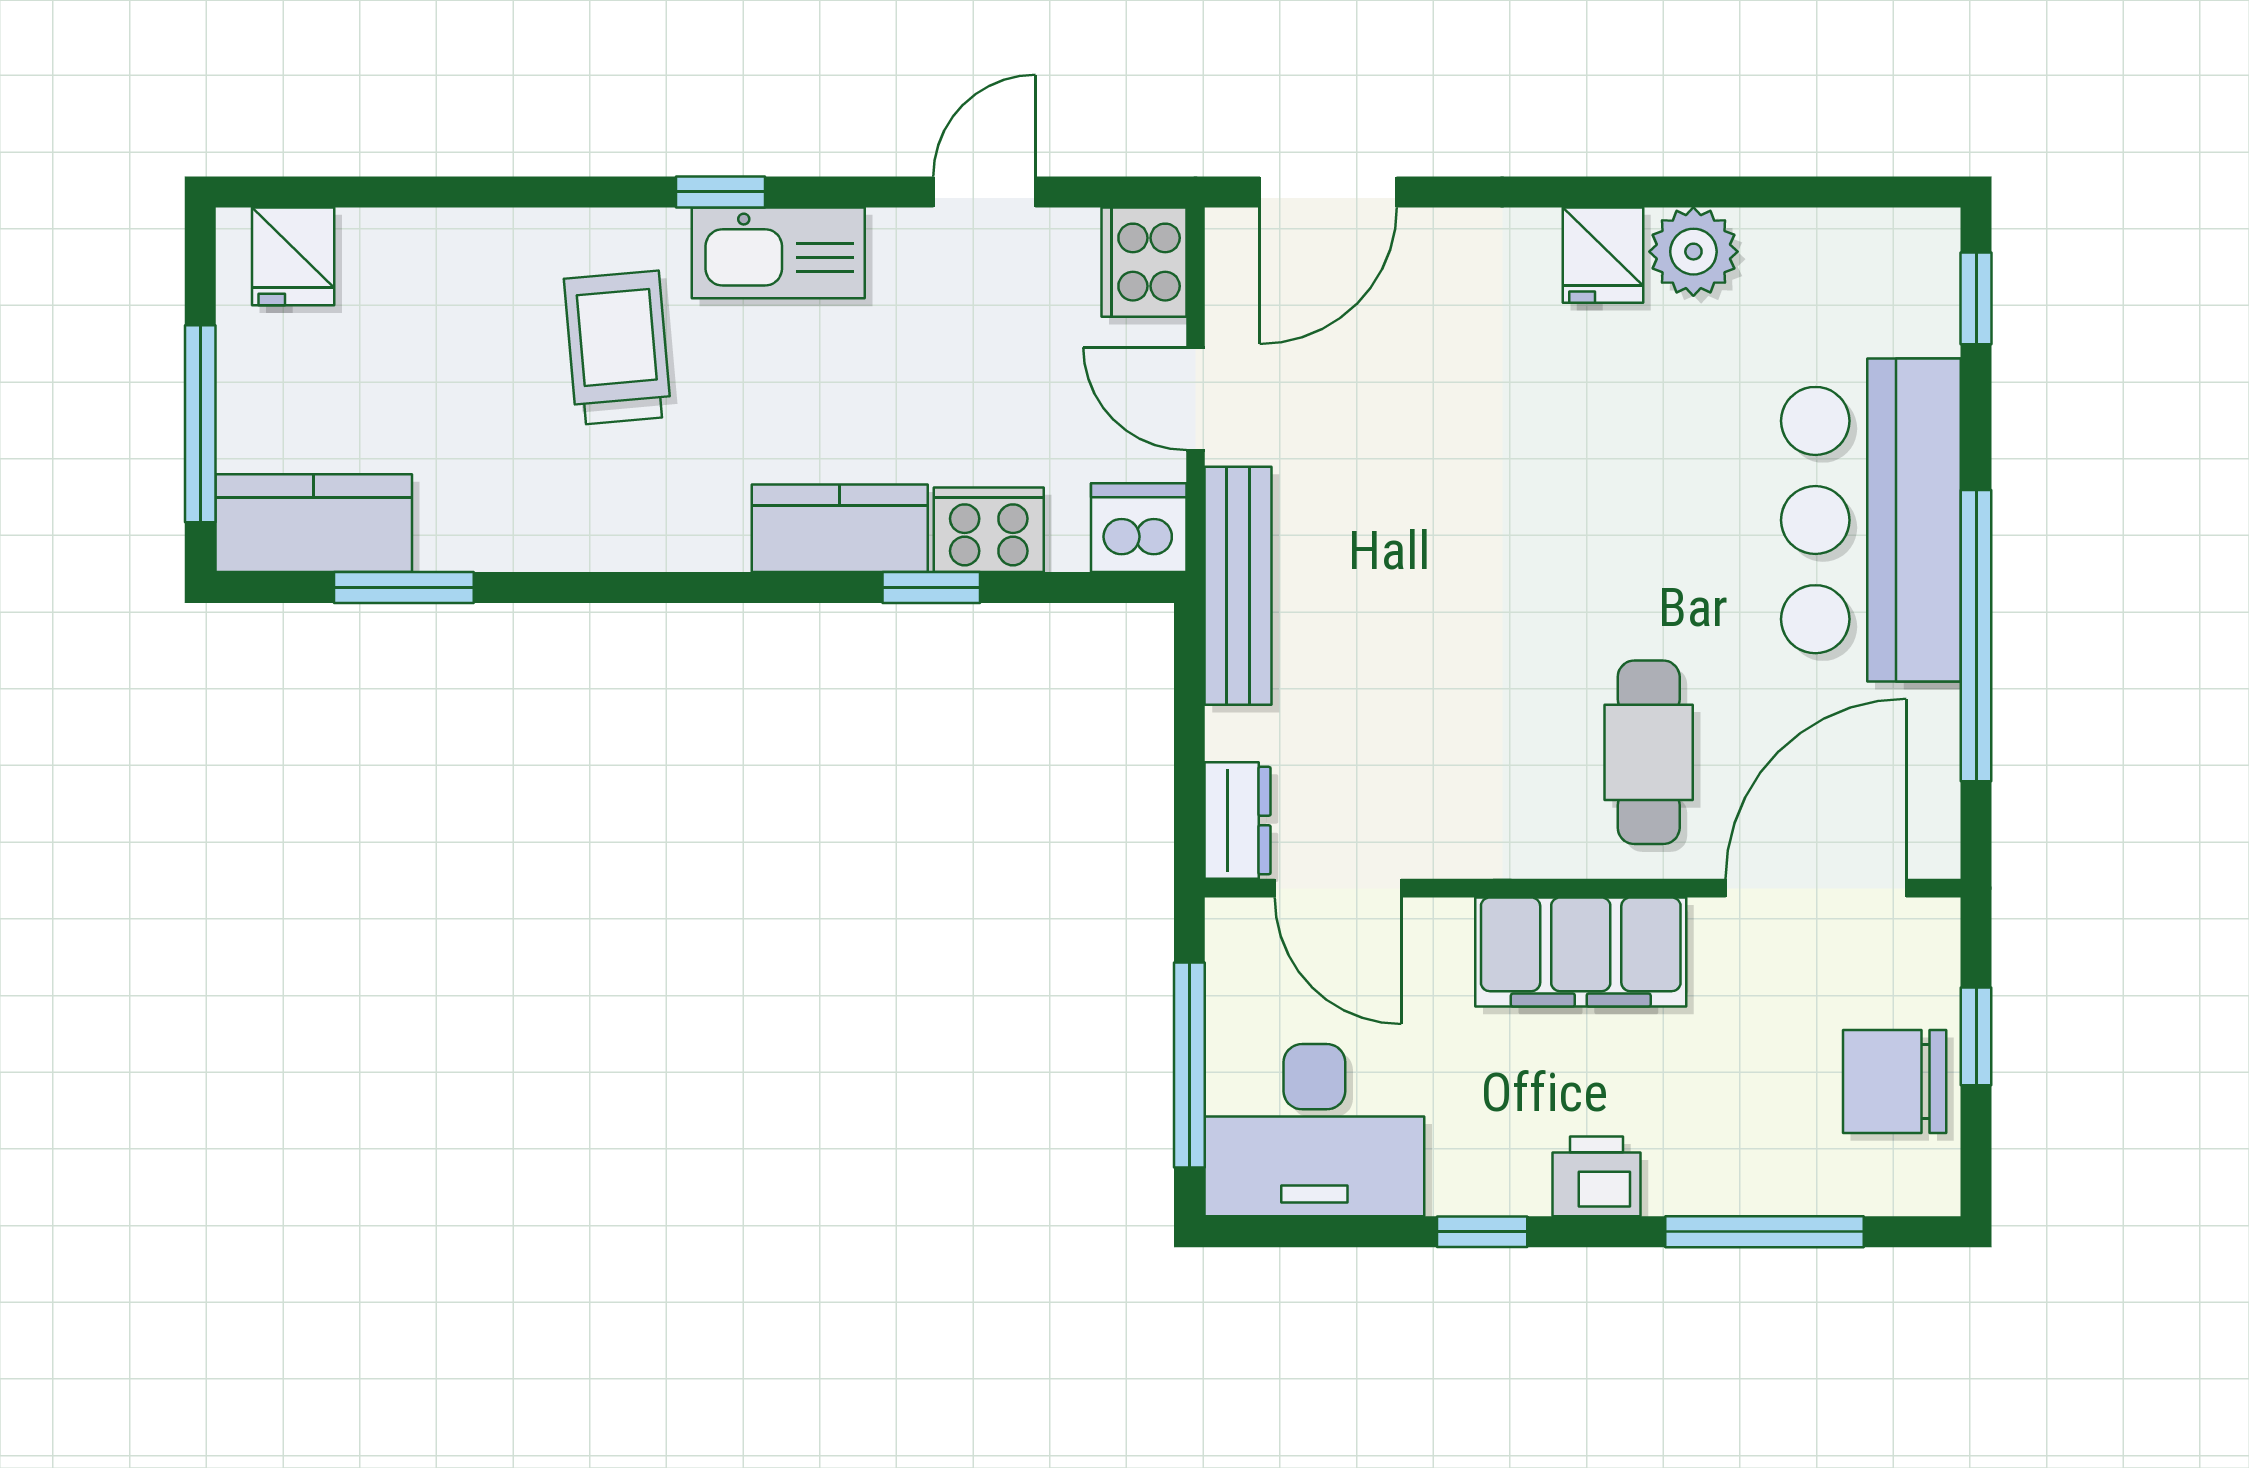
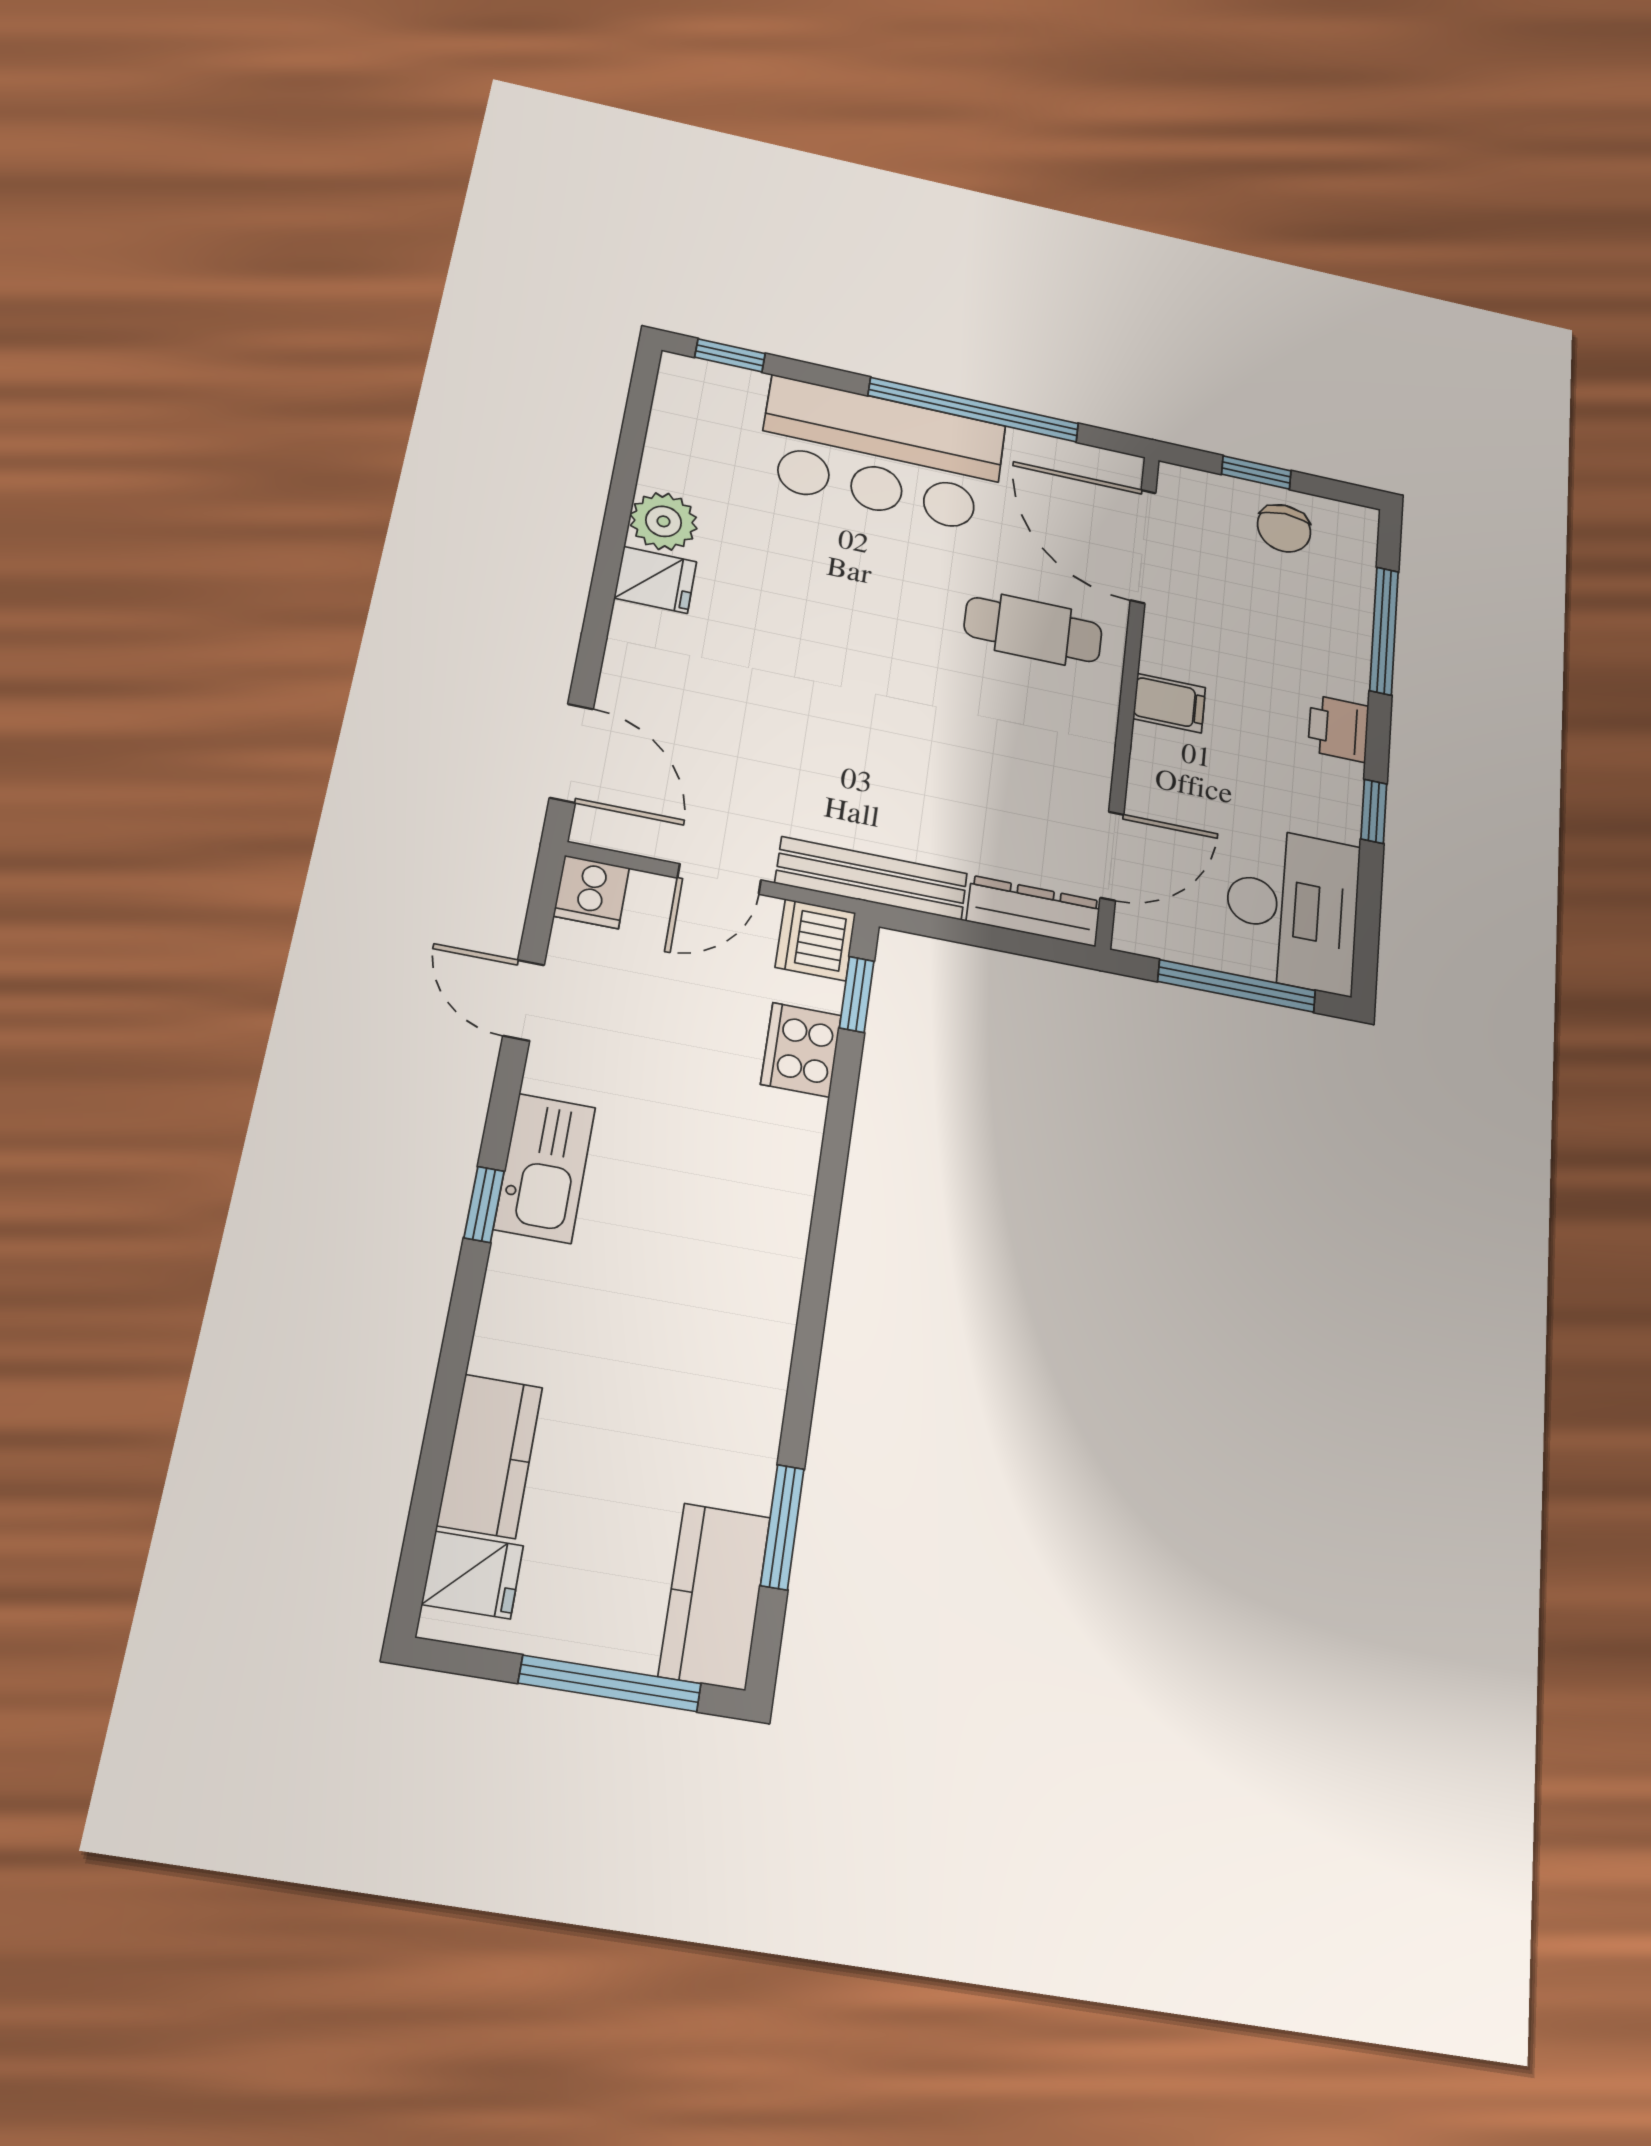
cooker: (1144, 262) -> (591, 892), width x0.73
trolley: (618, 348) -> (603, 1312), removed
kitchen counter: (840, 528) -> (490, 1456), moved, turned 180
window: (931, 588) -> (857, 994), moved
dresser: (1238, 821) -> (1034, 911), width x1.44
filing cabinet: (1581, 952) -> (1169, 703), width x0.33, depth x0.86
chair: (1895, 1082) -> (1284, 528), width x0.73, depth x0.73

